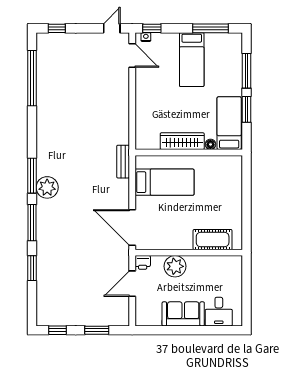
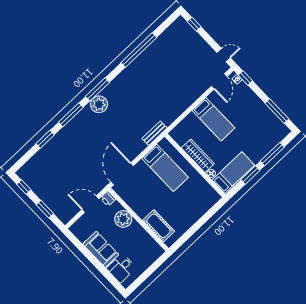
bed: (192, 60) -> (213, 119), moved, turned -90
window: (32, 78) -> (139, 50), moved

